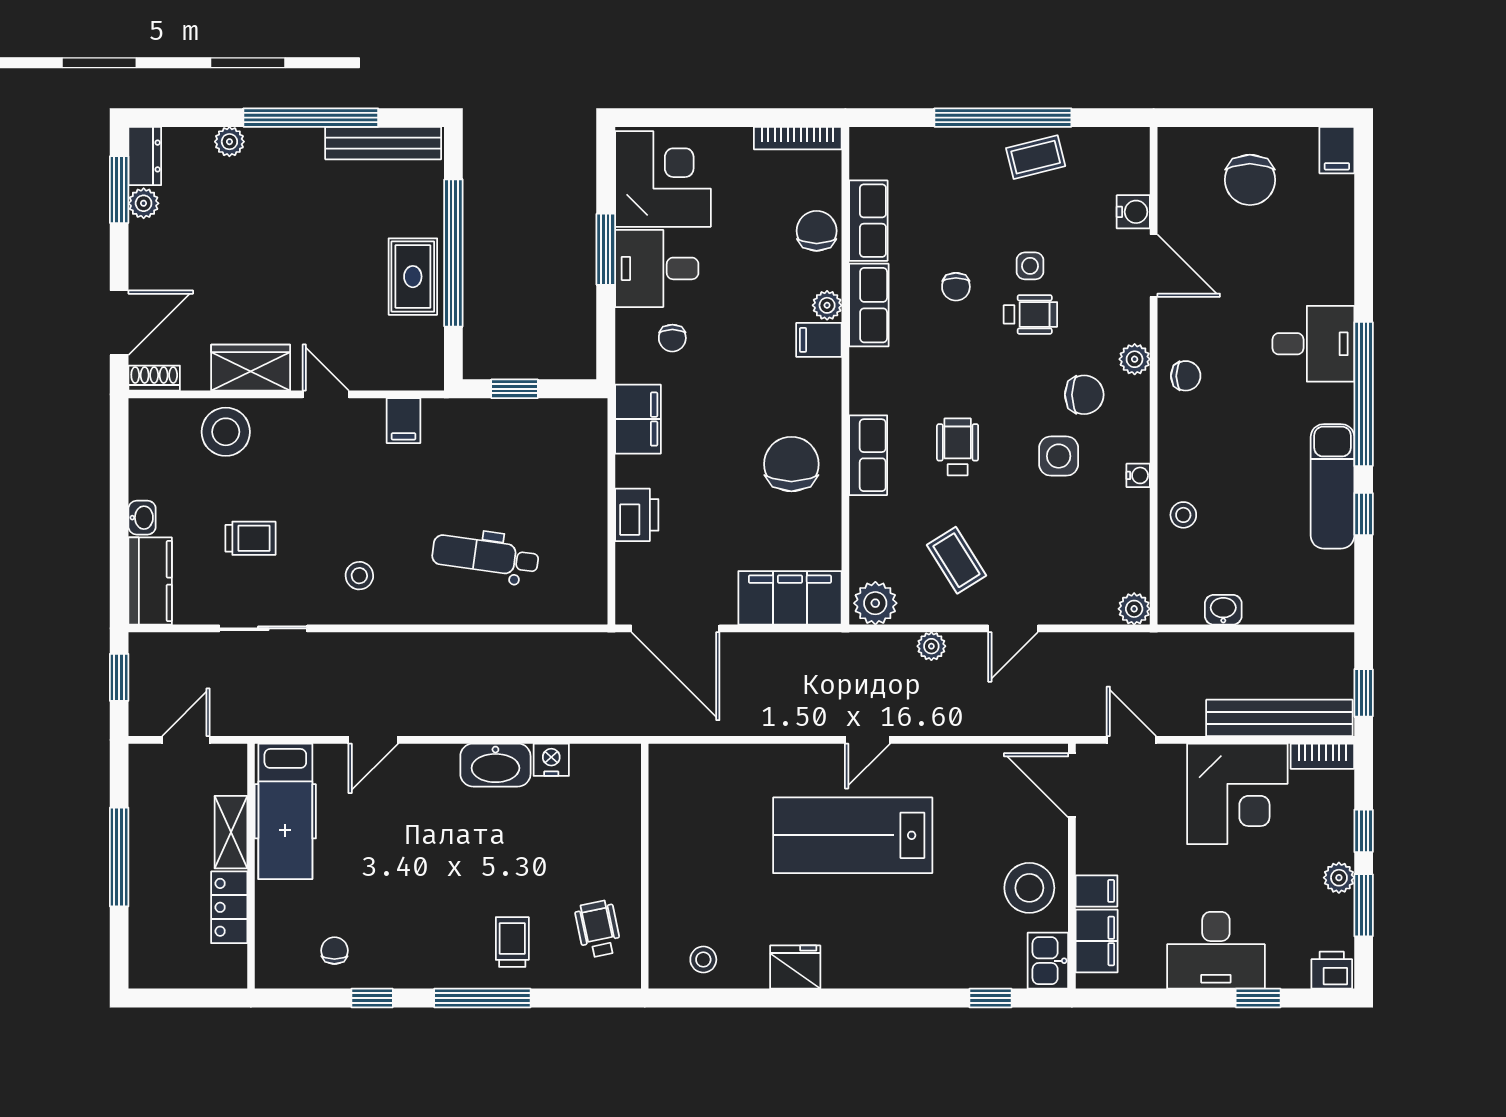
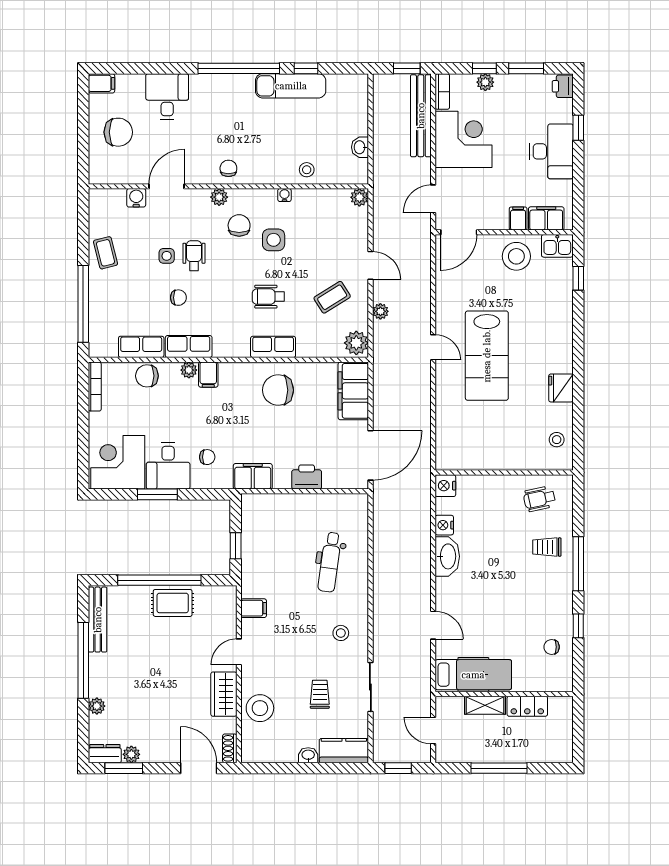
window: (1003, 118) -> (83, 304), moved
desk: (1313, 344) -> (167, 97), moved
nightstand: (621, 762) -> (445, 486), added
plant: (1339, 878) -> (485, 82), moved

